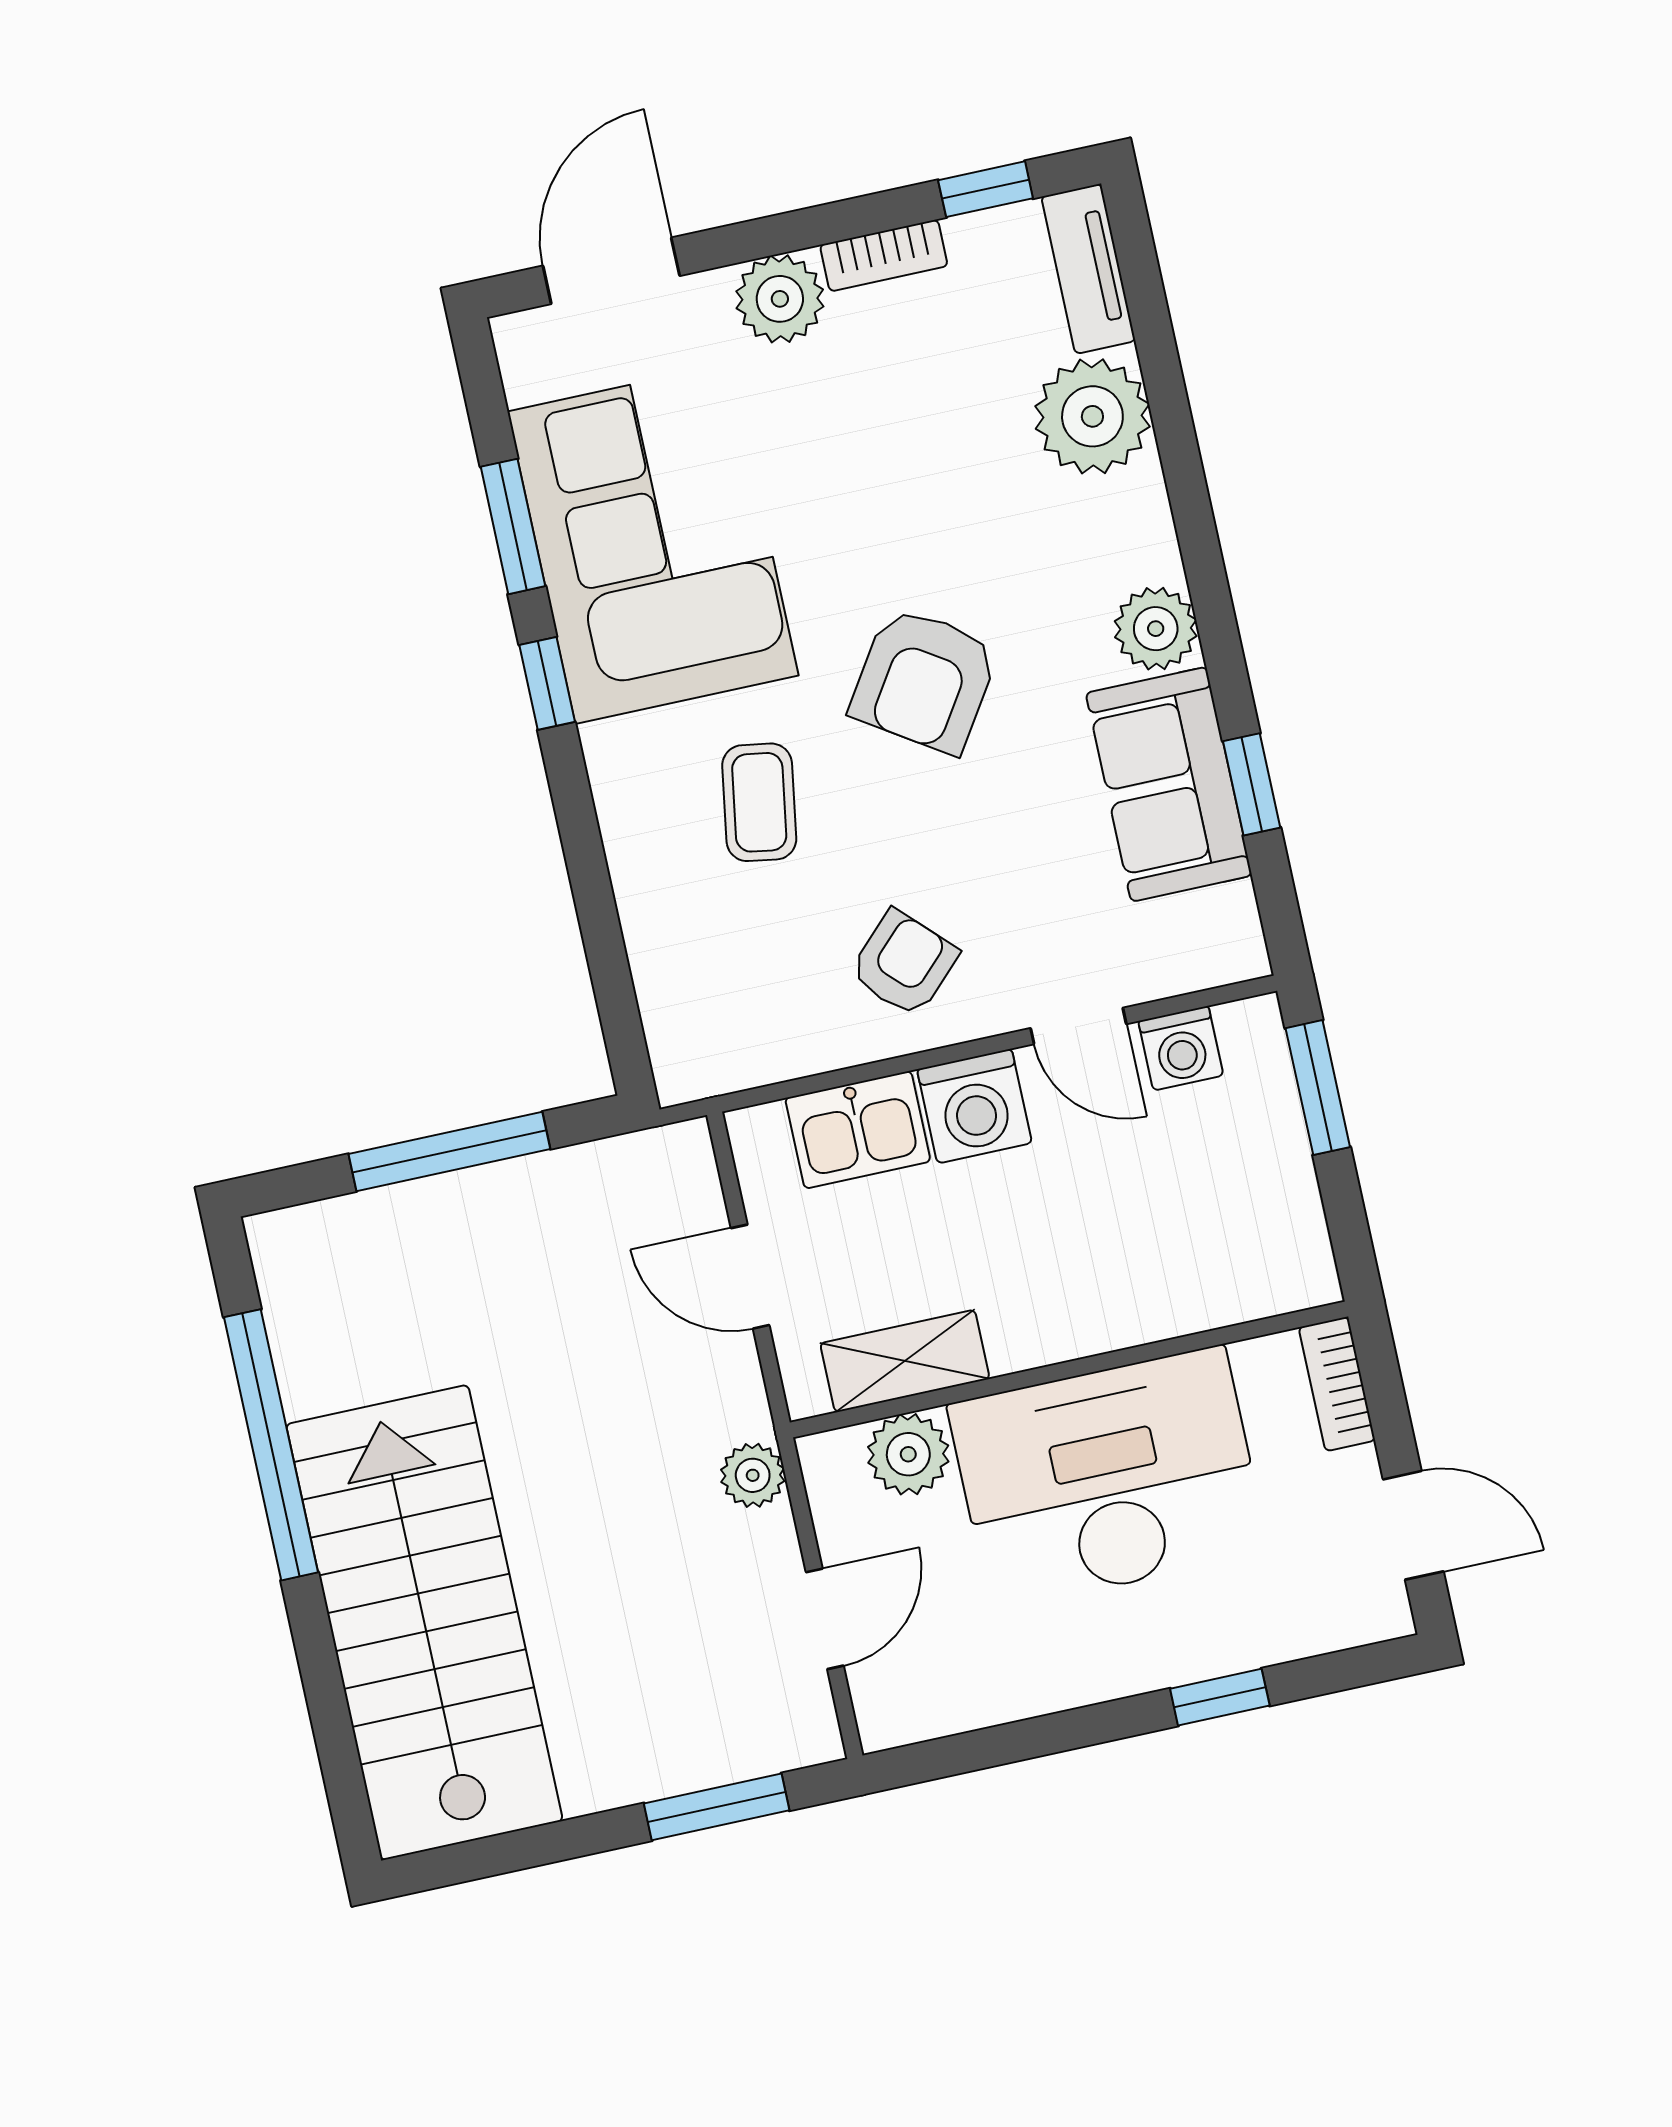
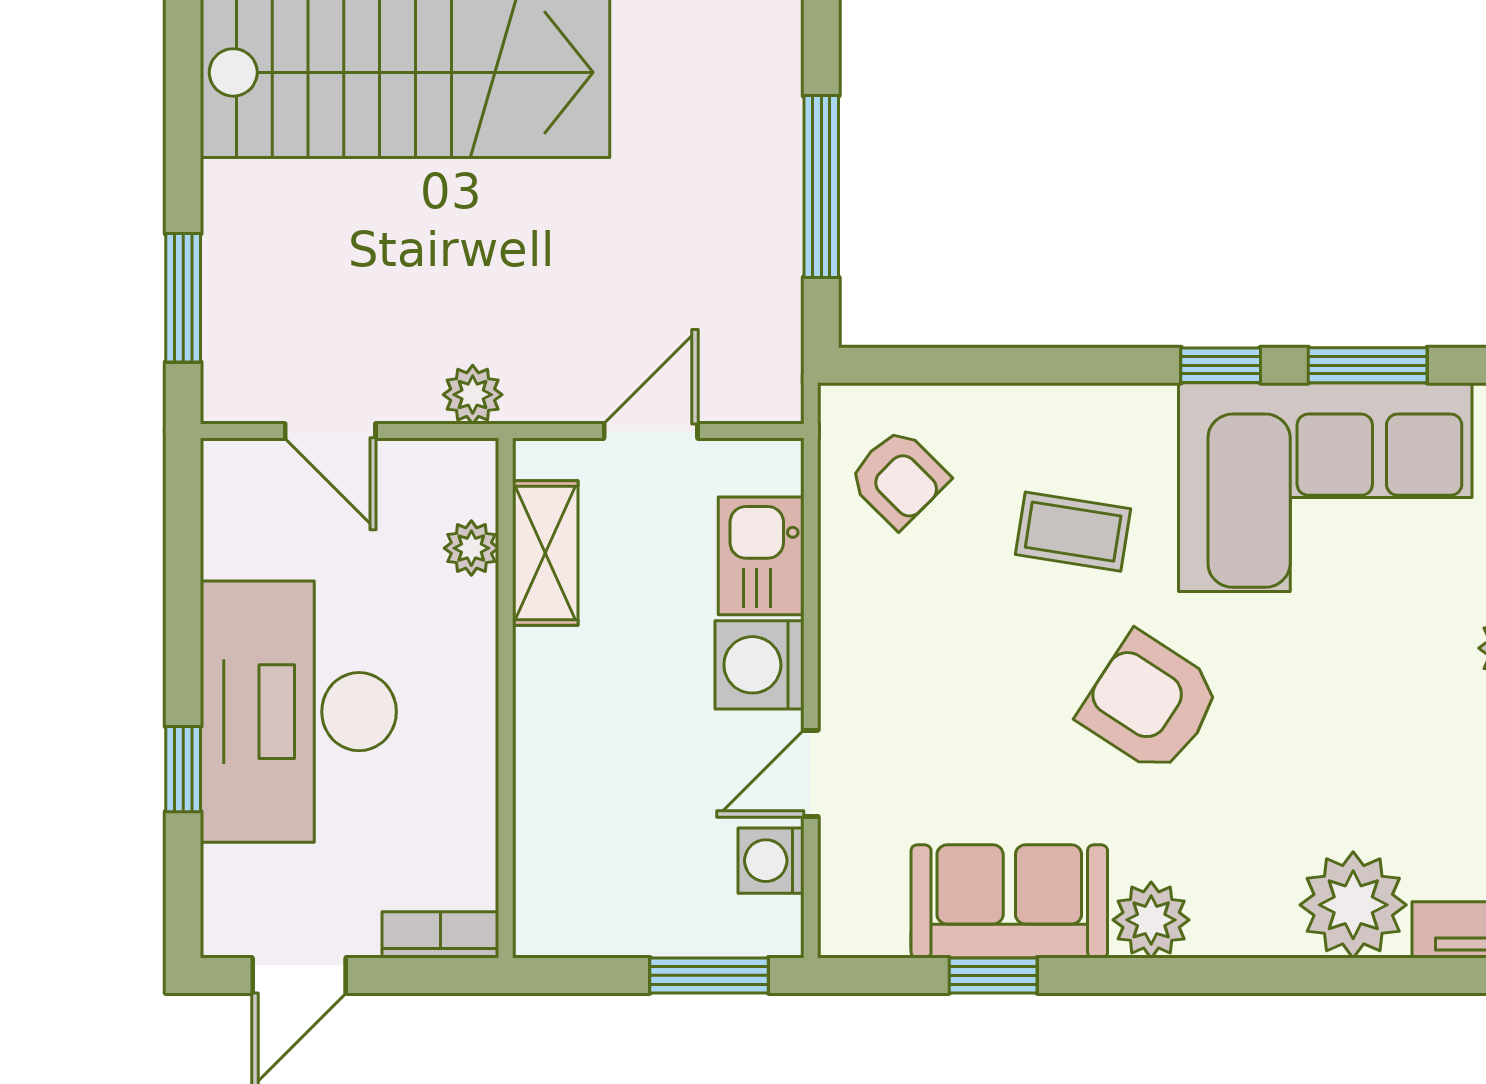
armchair: (904, 963) -> (899, 478), moved
plant: (908, 1454) -> (471, 548), width x0.73, depth x0.73
desk: (1108, 1478) -> (298, 712), moved, turned 180

